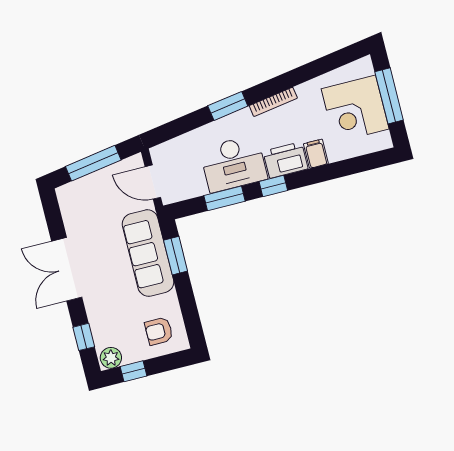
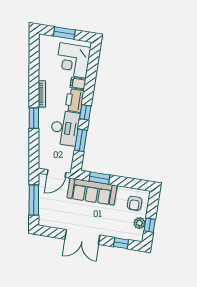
window: (389, 96) -> (64, 33), width x0.69
corner desk: (355, 109) -> (73, 60), moved, turned 90
plant: (111, 358) -> (139, 223), moved

